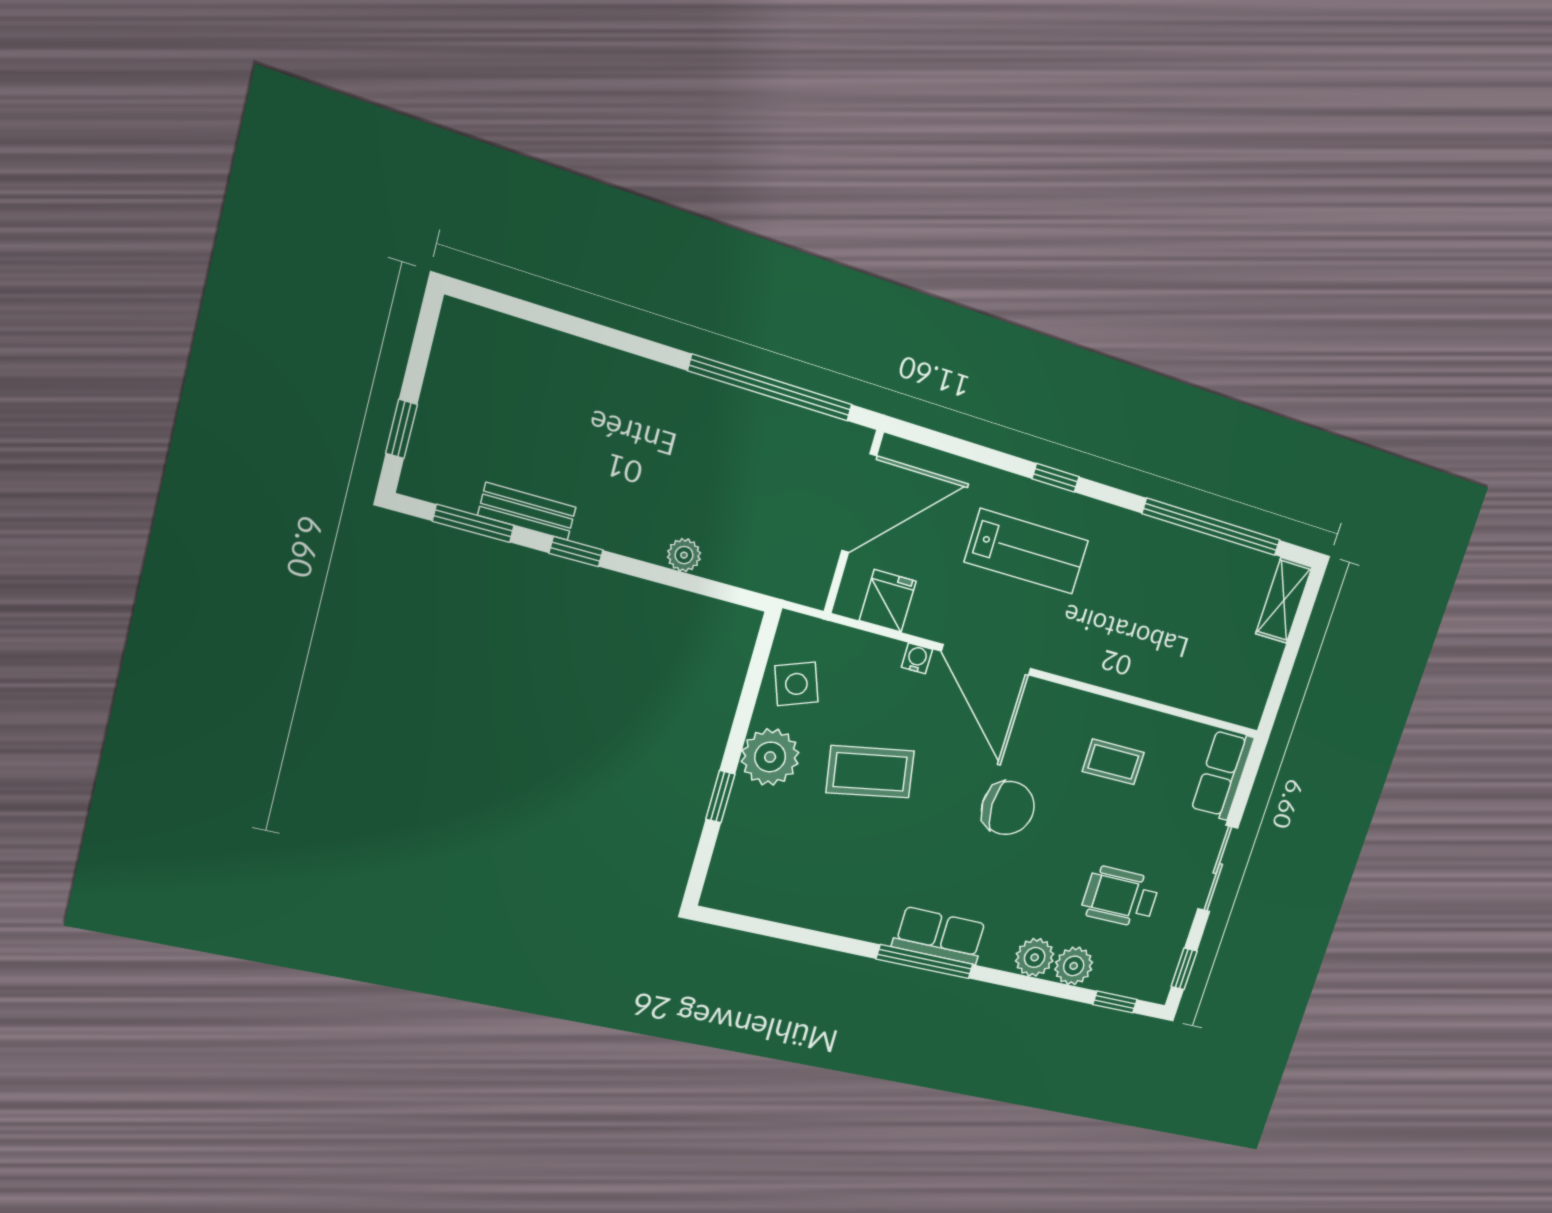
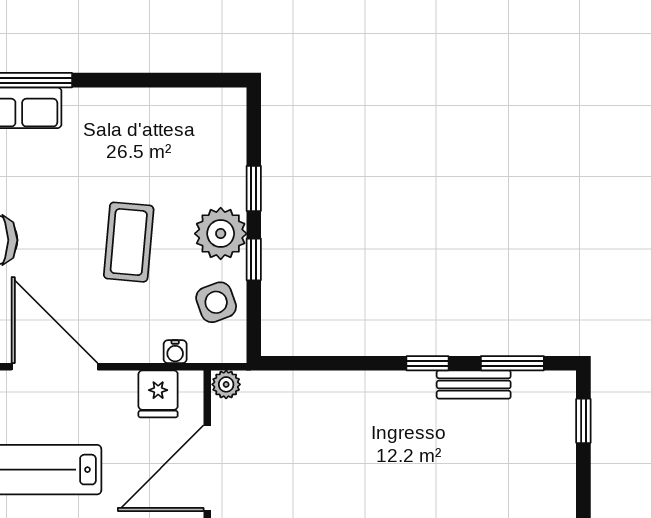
plant: (684, 555) -> (226, 384), moved
water cooler: (917, 658) -> (175, 352), moved
window: (742, 720) -> (254, 259), added
coffee table: (870, 772) -> (129, 242), turned -75

